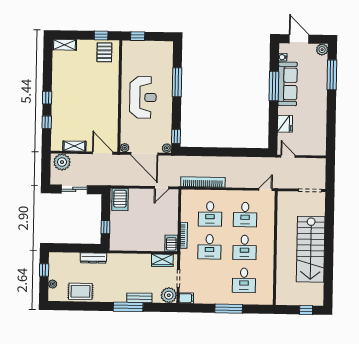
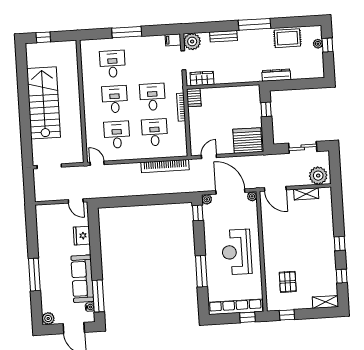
row of seats: (148, 47) -> (235, 307), added
pallet: (104, 52) -> (288, 282), moved
window: (332, 75) -> (34, 275), moved
window: (274, 86) -> (98, 296), moved
window: (47, 122) -> (342, 276), moved
door: (265, 190) -> (97, 163), swing flipped
server rack: (120, 200) -> (247, 141), width x1.60
window: (44, 270) -> (327, 45), moved
window: (128, 307) -> (254, 24), moved

